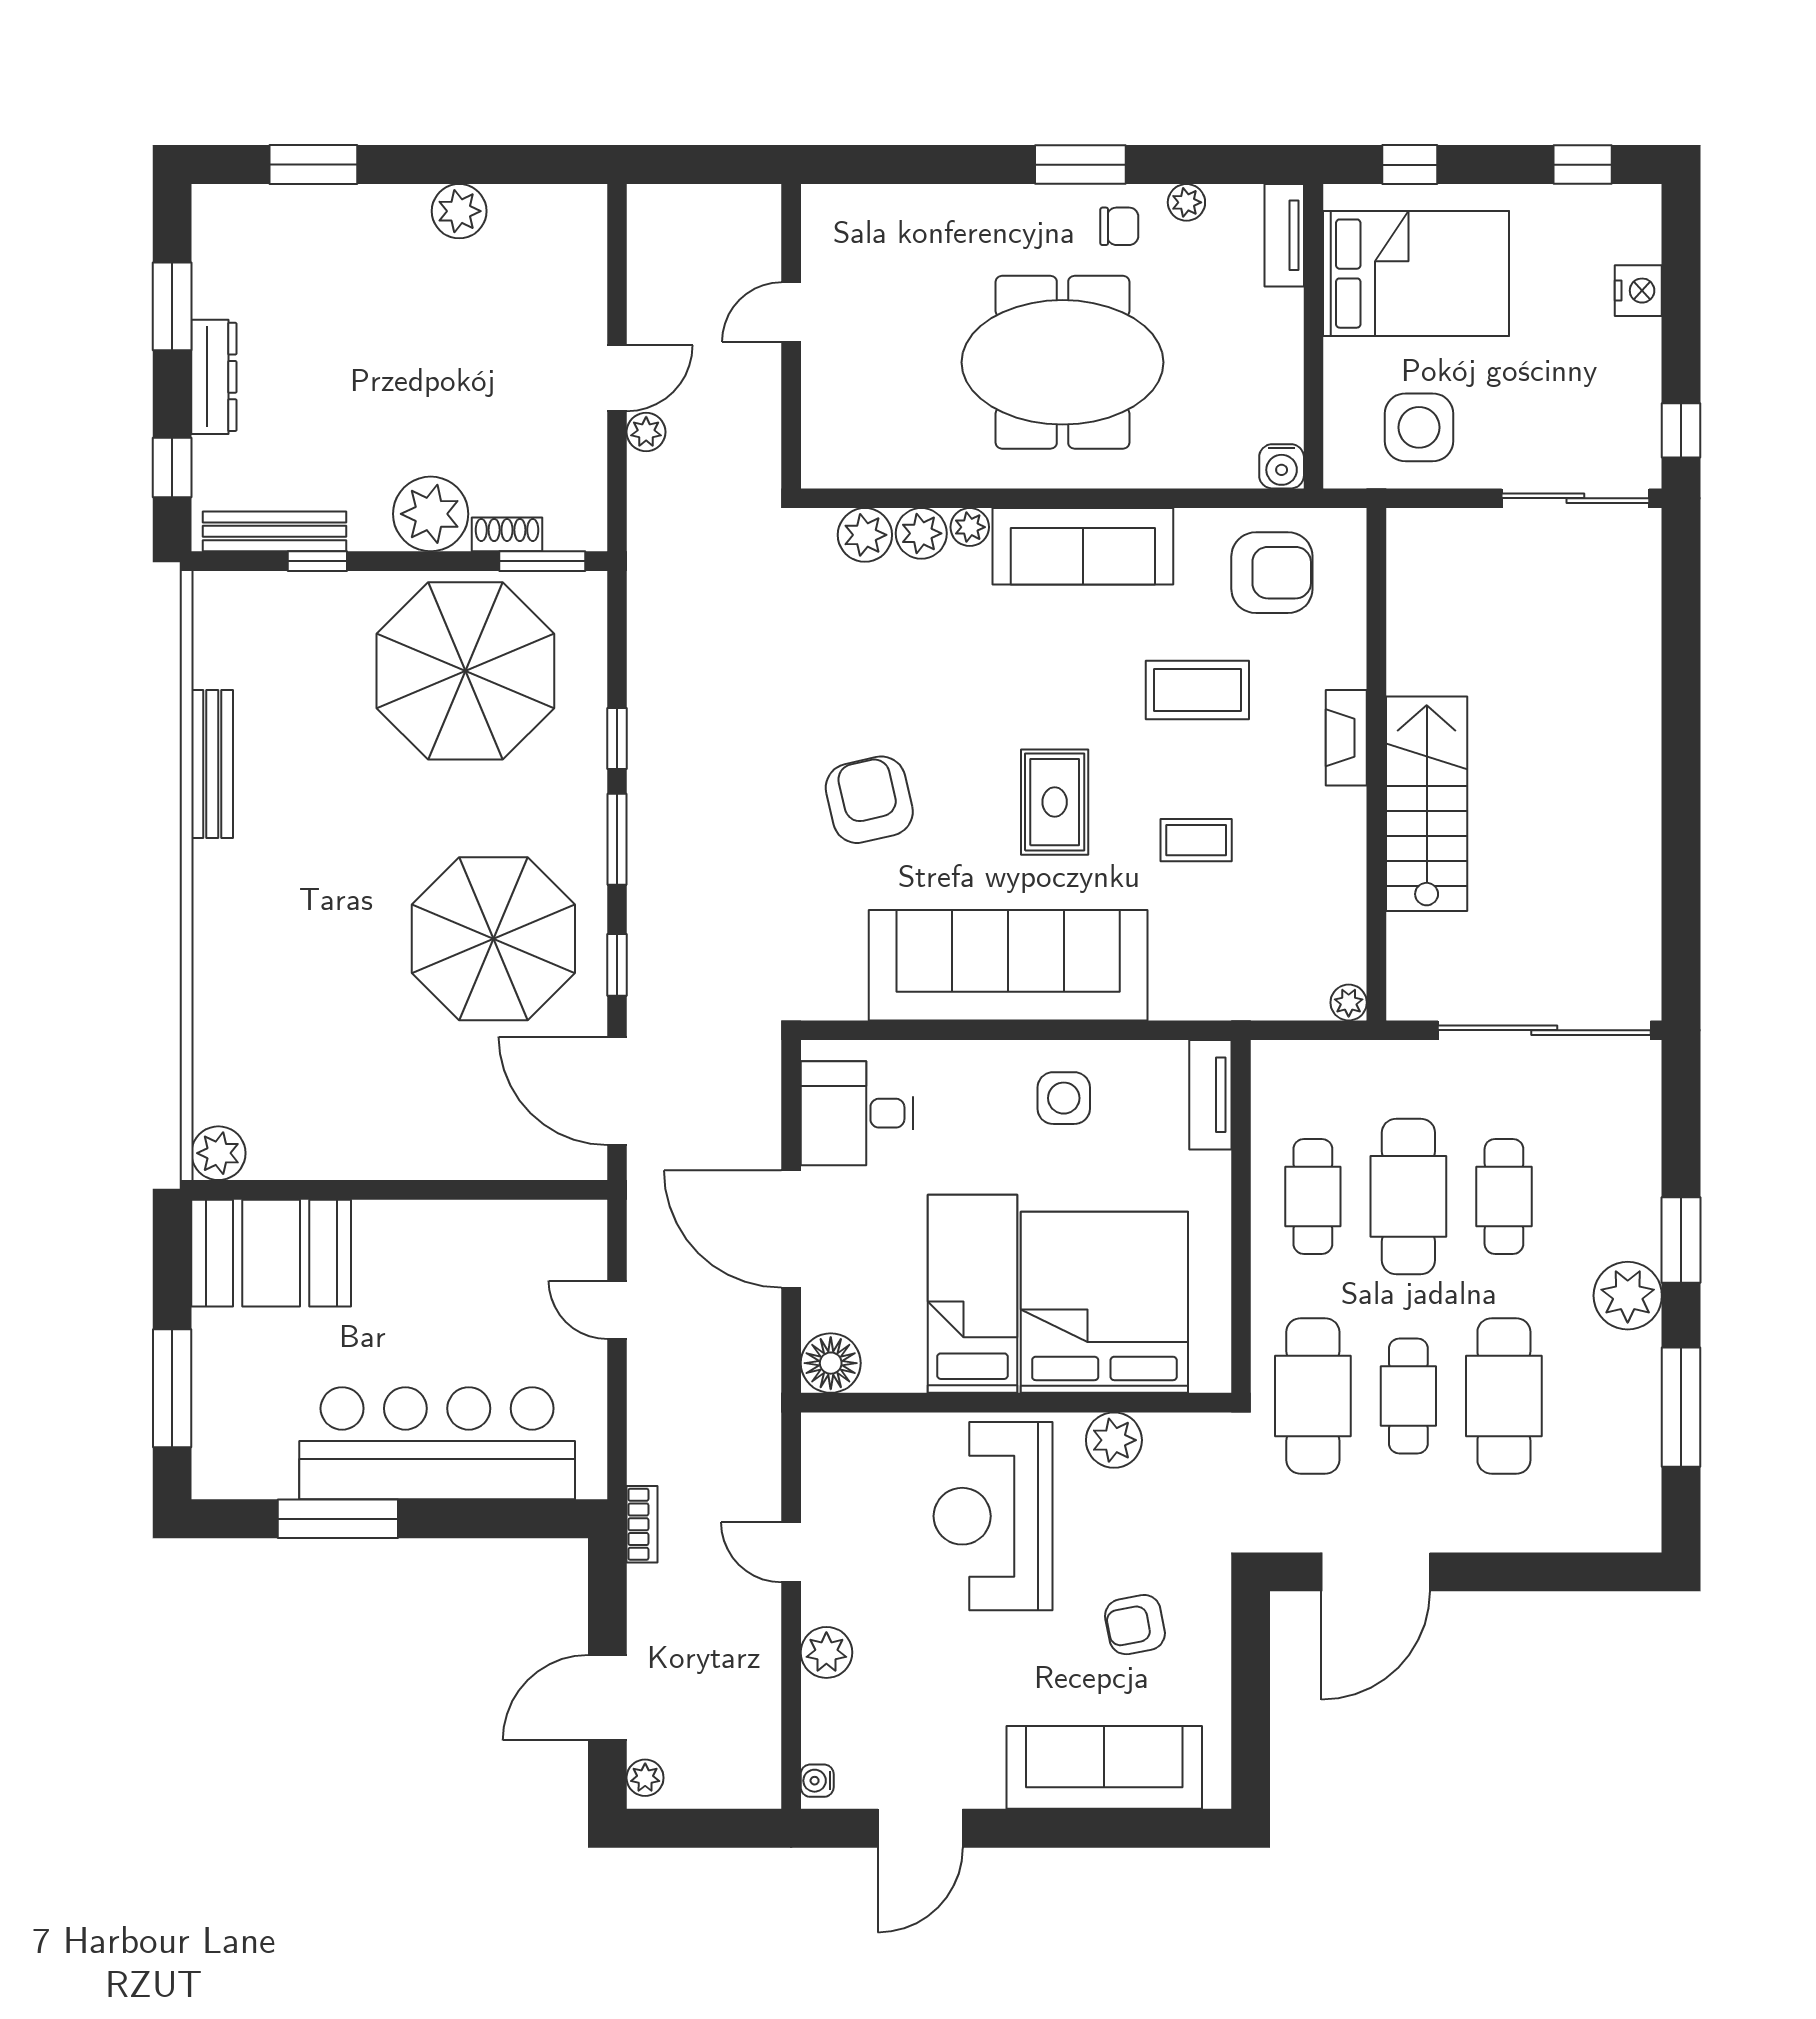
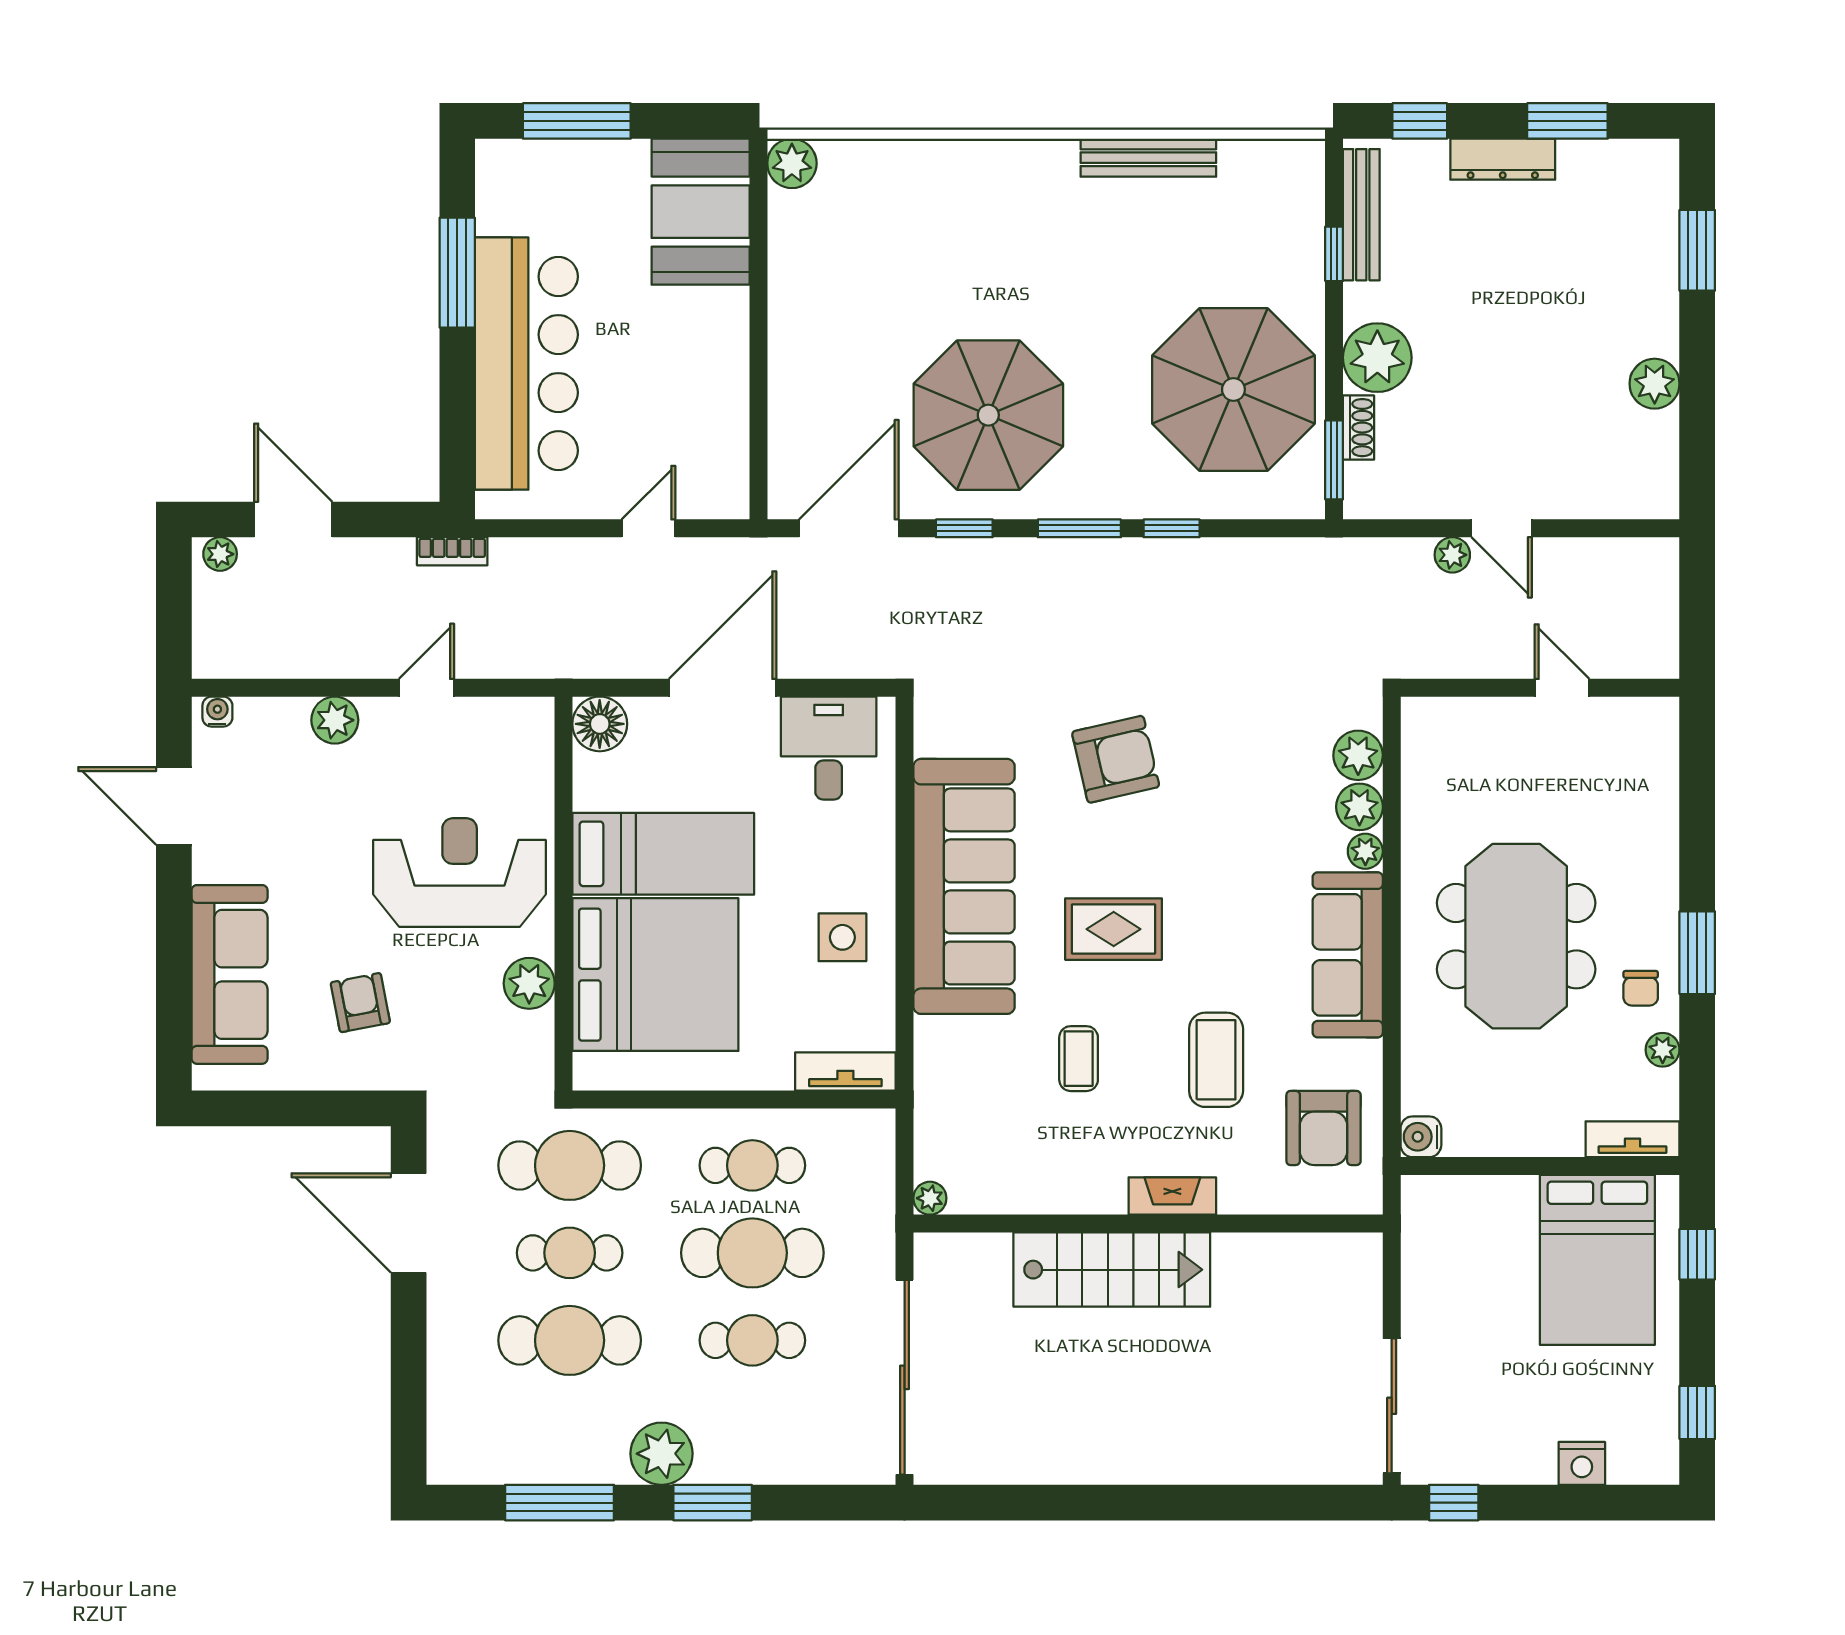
side table: (1419, 427) -> (1457, 1263), removed

